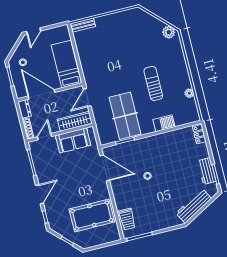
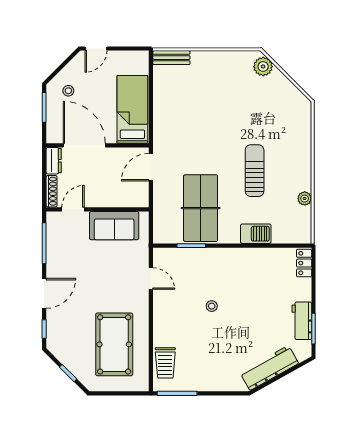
plant: (169, 32) -> (263, 67), moved
wardrobe: (75, 121) -> (124, 198), removed
door: (105, 168) -> (151, 279), width x0.53
pool table: (92, 216) -> (114, 344), turned 90

